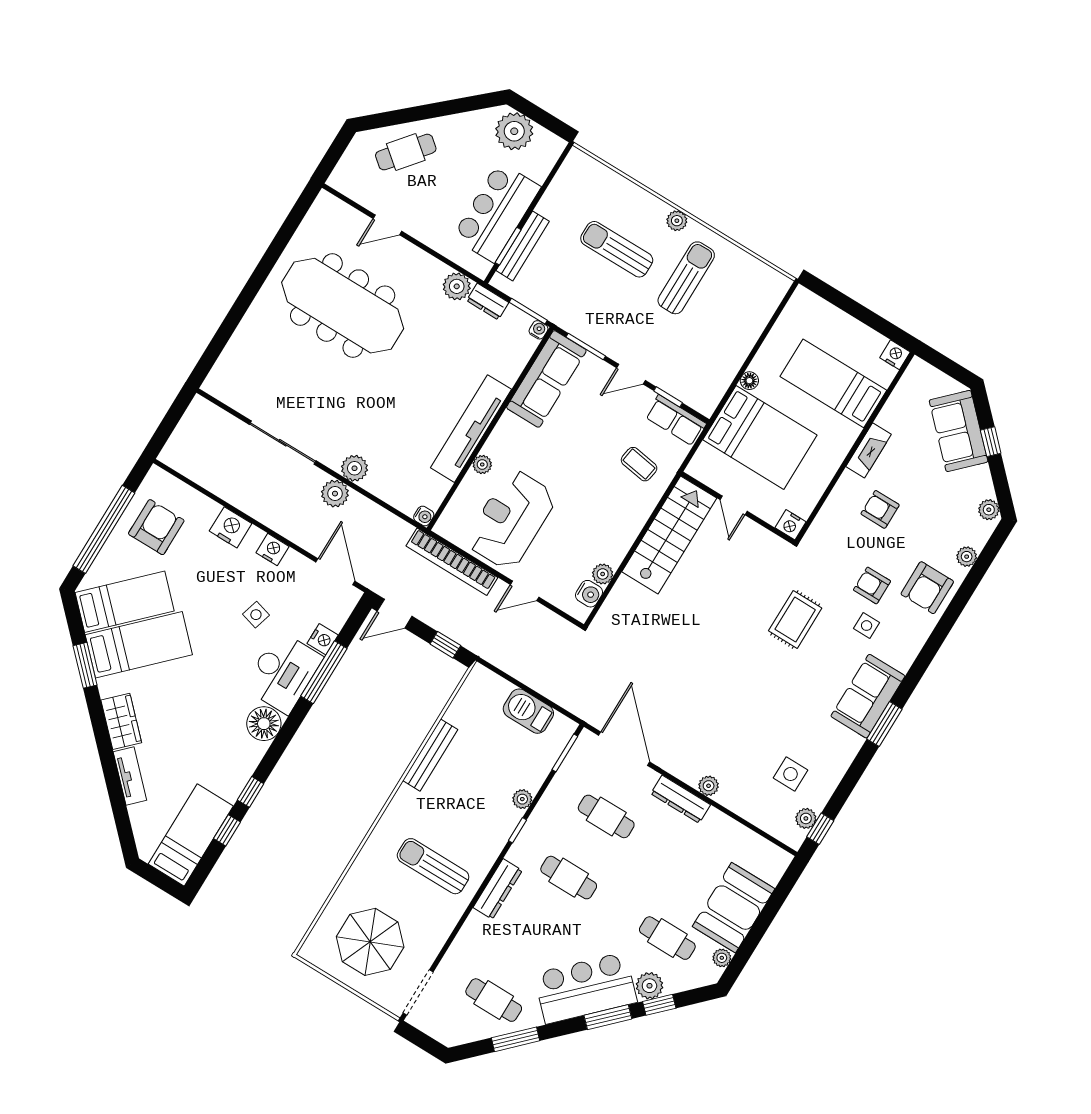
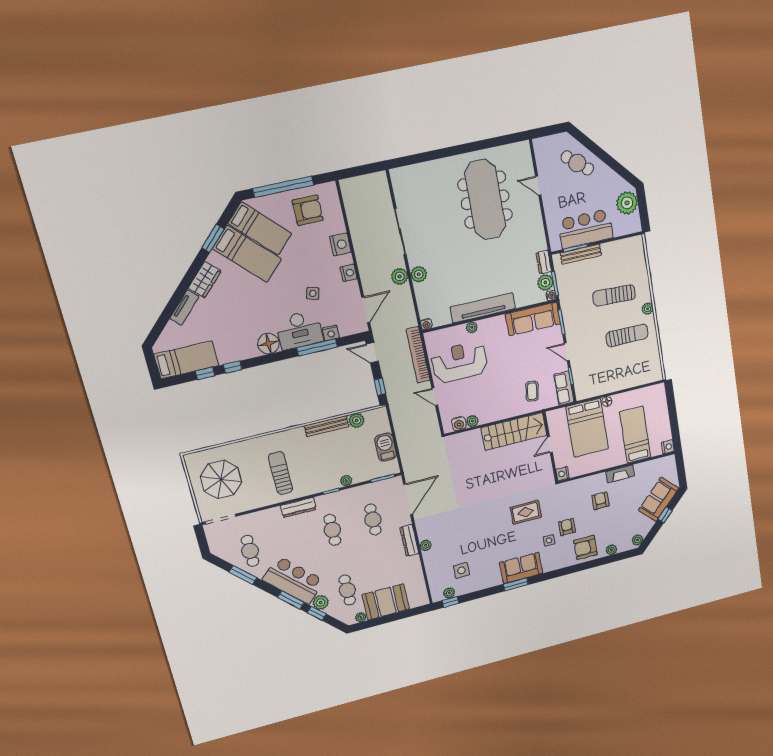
sun lounger: (617, 249) -> (614, 295), turned -87
plant: (457, 286) -> (545, 282), moved
plant: (459, 713) -> (357, 420), added

